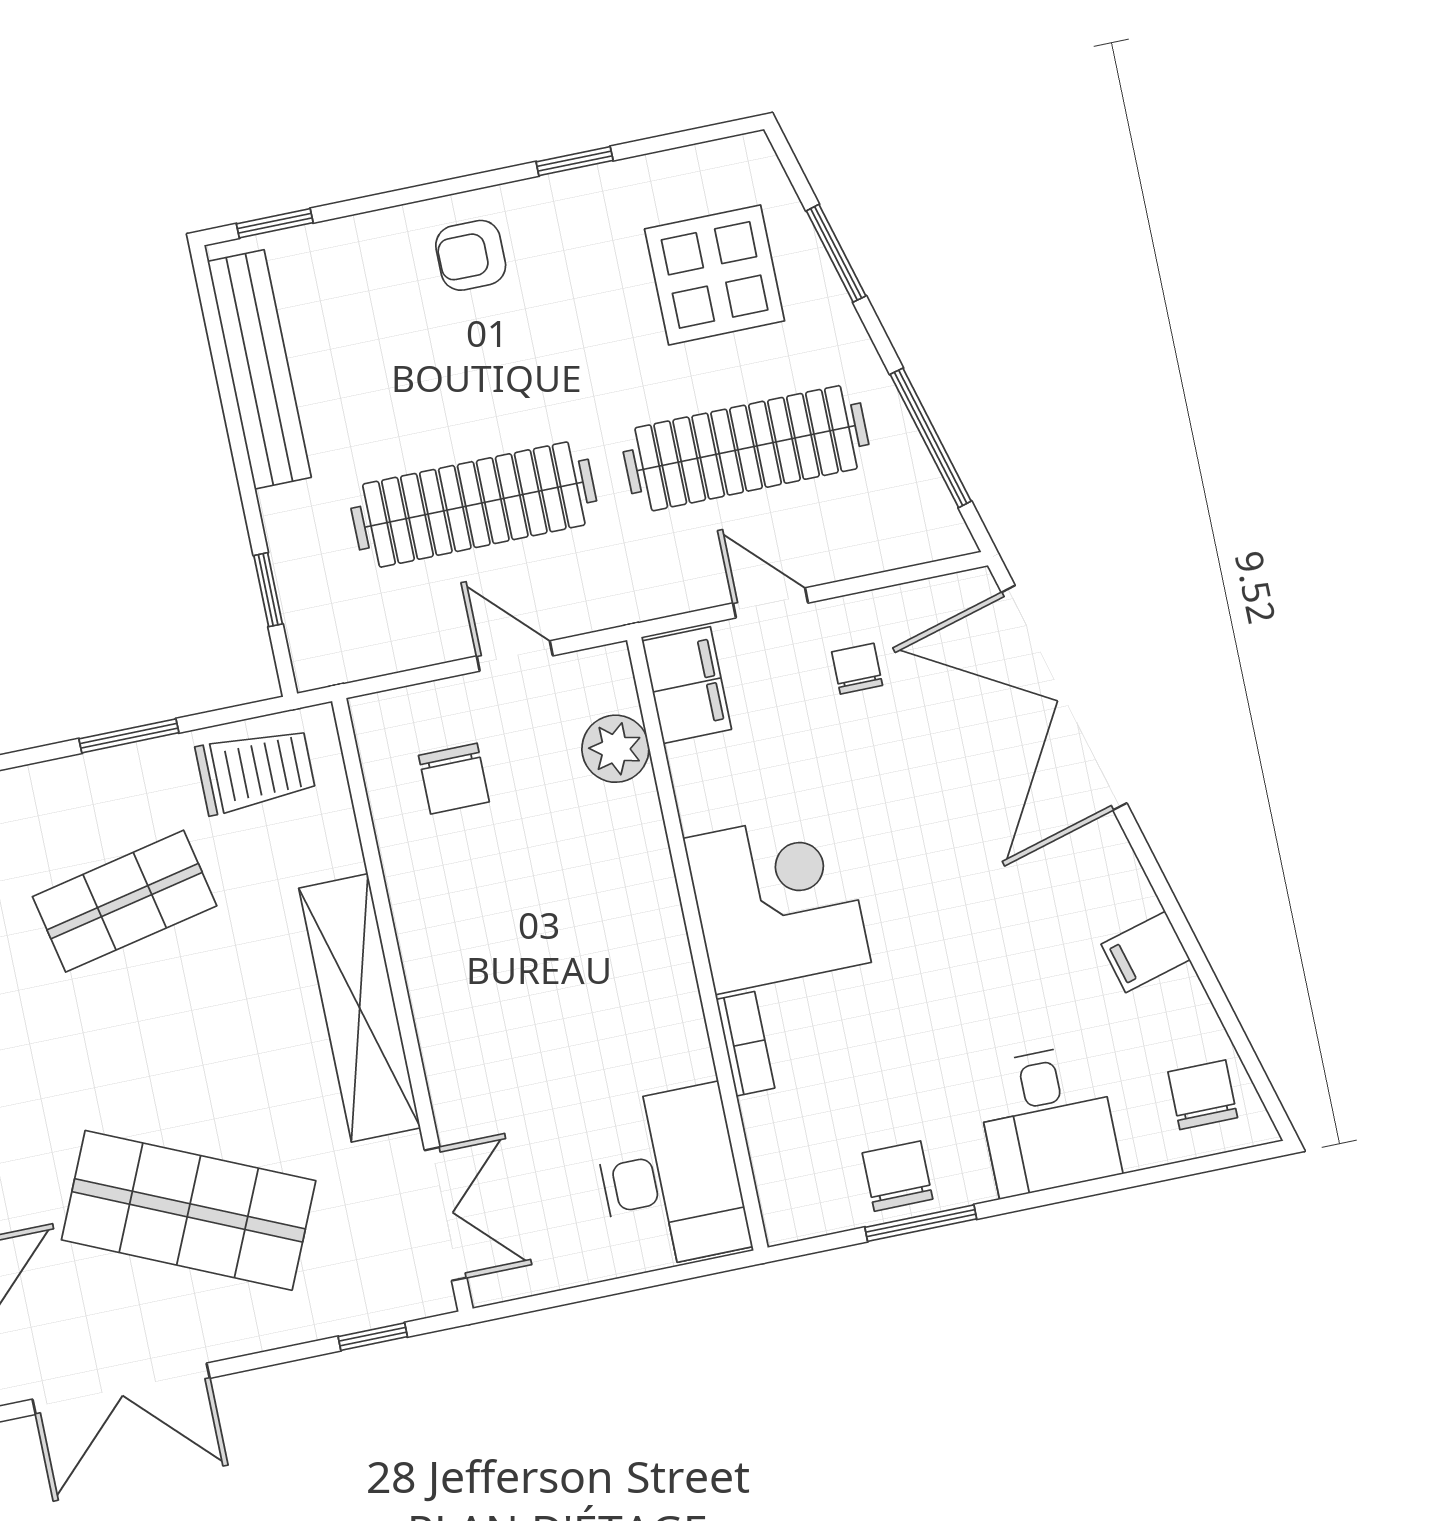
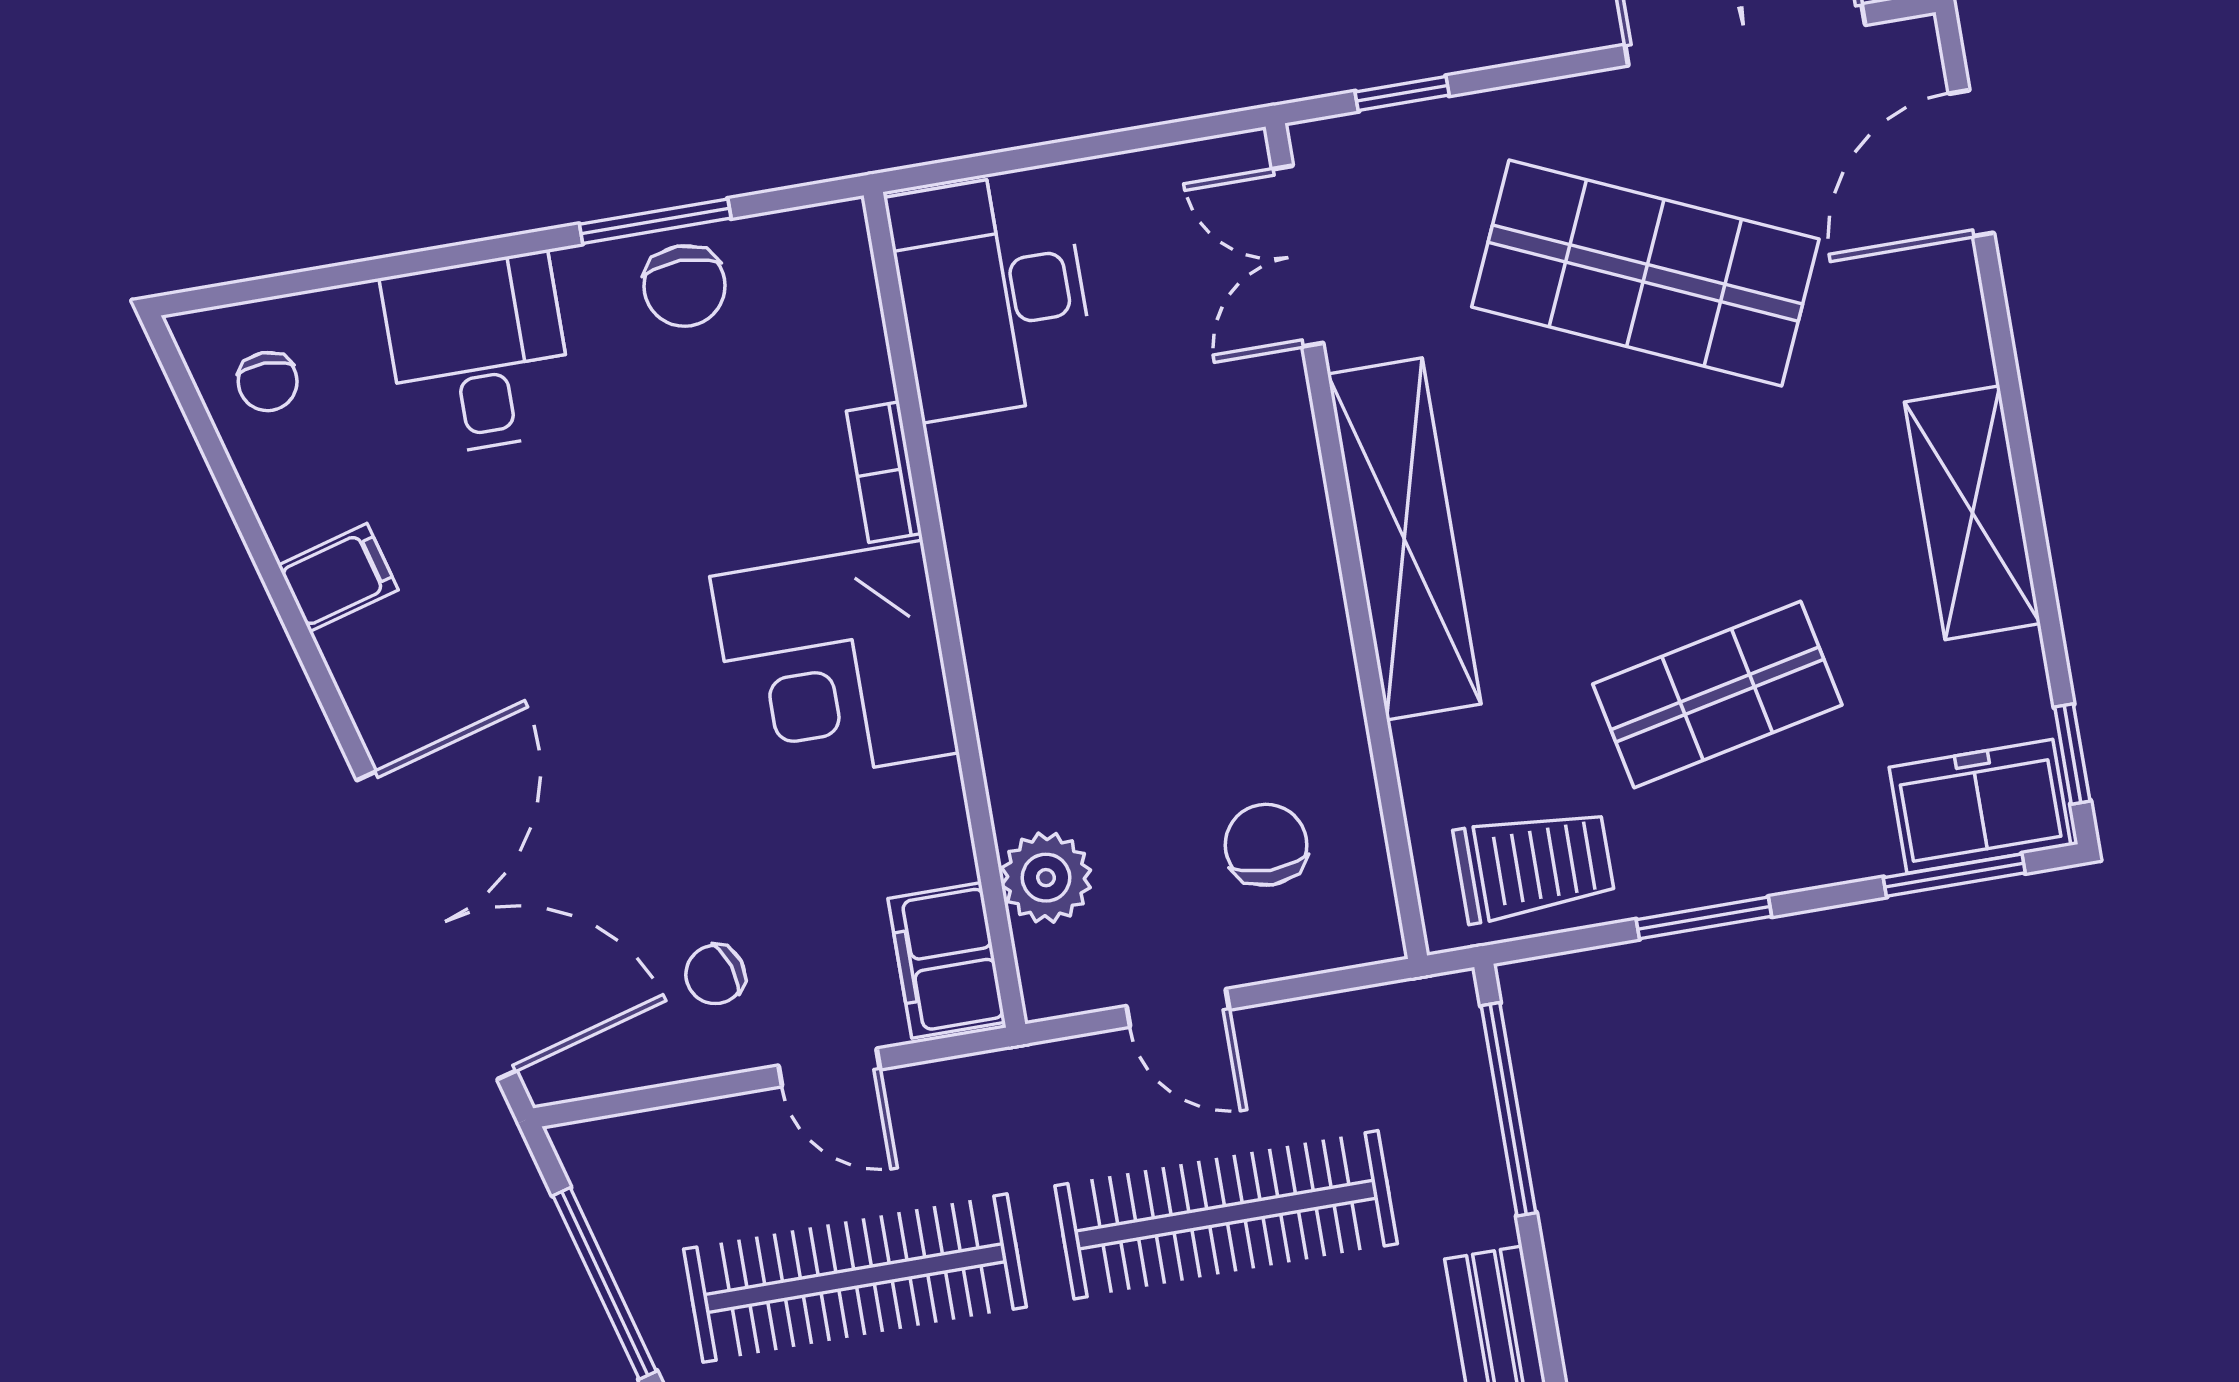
window: (268, 590) -> (1508, 1109), width x2.17
chair: (857, 669) -> (715, 975), turned 72
trolley: (256, 771) -> (1534, 865), turned 180
chair: (1203, 1095) -> (268, 382), width x0.73, depth x0.73

